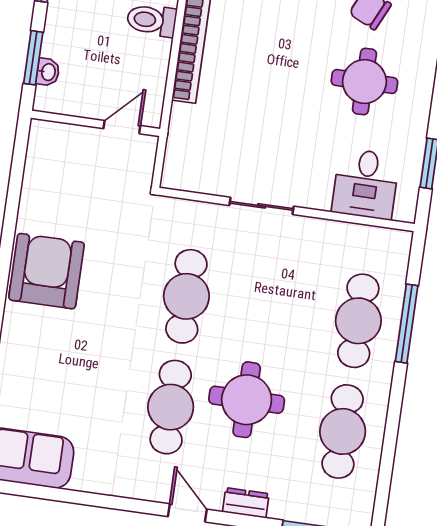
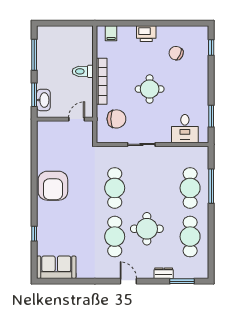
washbasin: (48, 72) -> (43, 100), width x1.91, depth x1.45
round table: (364, 82) -> (150, 89), moved
chair: (213, 139) -> (116, 119), added
armchair: (46, 271) -> (53, 186), turned 180
dresser: (246, 503) -> (164, 273), moved

